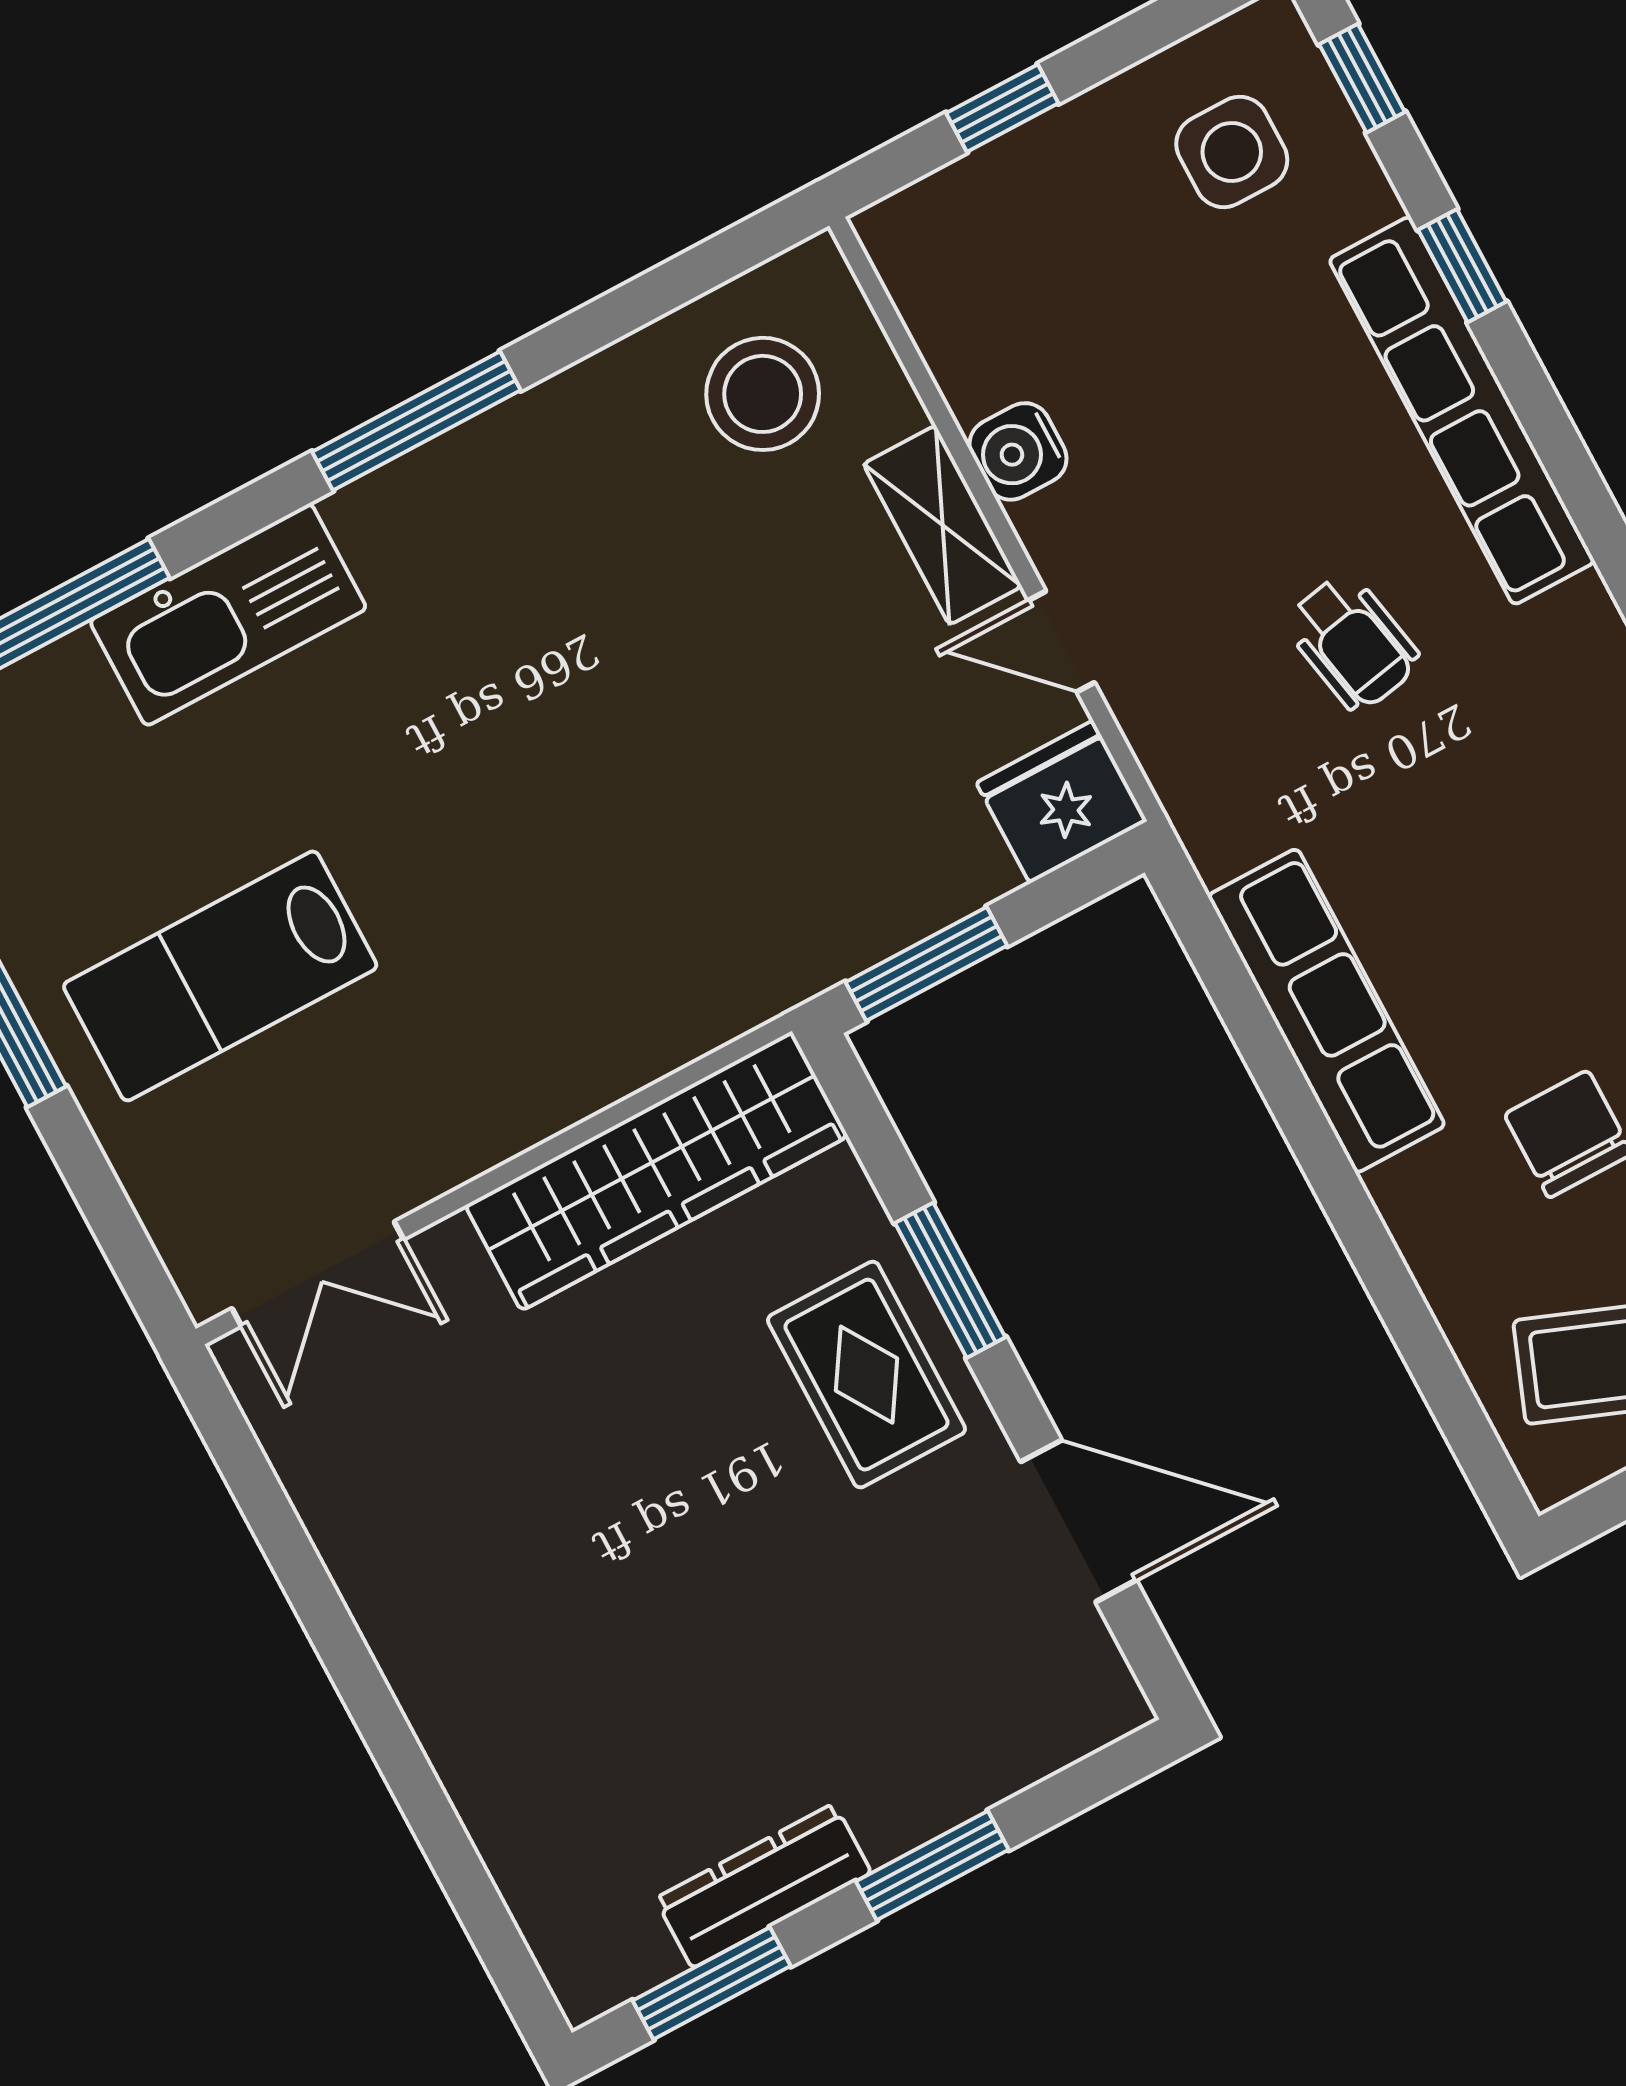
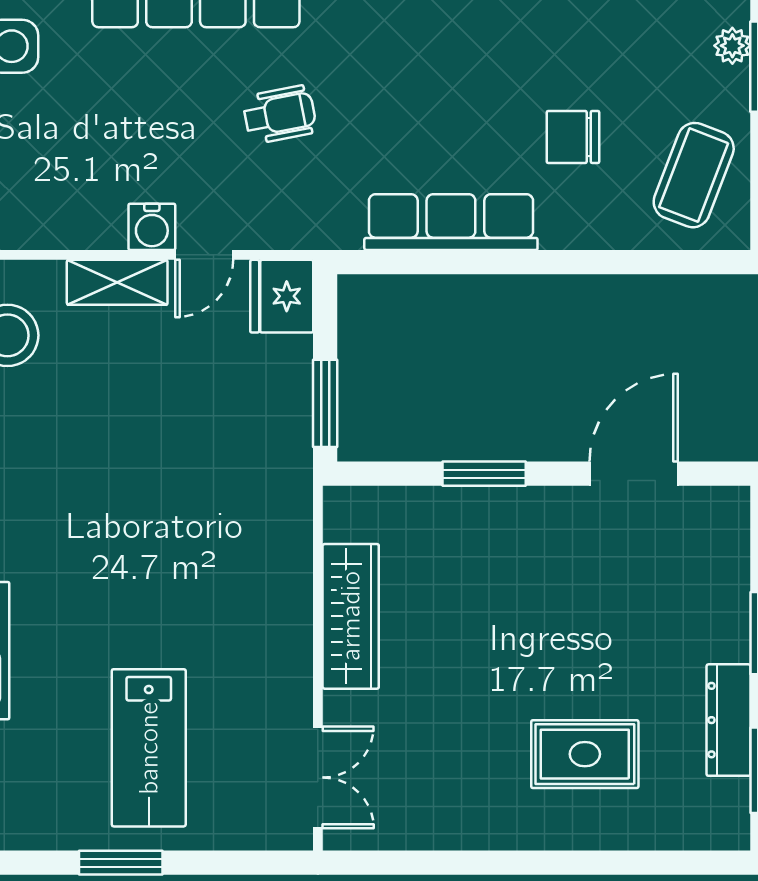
water cooler: (1018, 451) -> (152, 227), moved
wardrobe: (656, 1171) -> (351, 616), width x0.71, depth x0.85
rug: (867, 1375) -> (585, 754), moved

